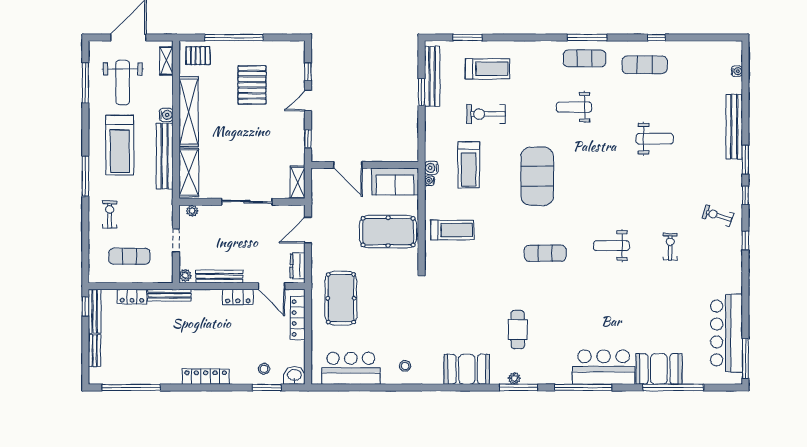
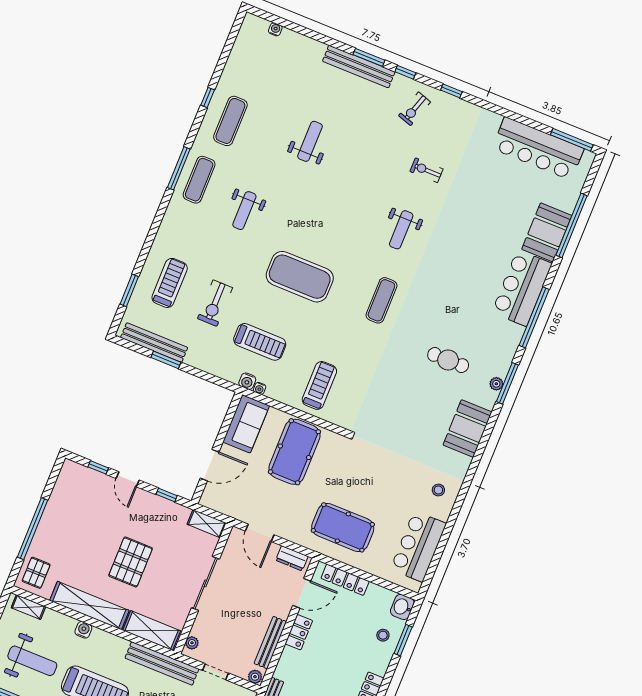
pallet: (252, 85) -> (131, 562), moved, turned 90
bench: (734, 127) -> (359, 67), moved
bench: (165, 156) -> (162, 663), moved

